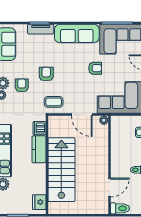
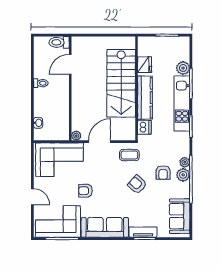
armchair: (46, 74) -> (137, 184), turned 132
door: (82, 115) -> (100, 142), hinge flipped
kitchen counter: (39, 149) -> (145, 98), width x1.50
fridge: (39, 202) -> (145, 65), moved

